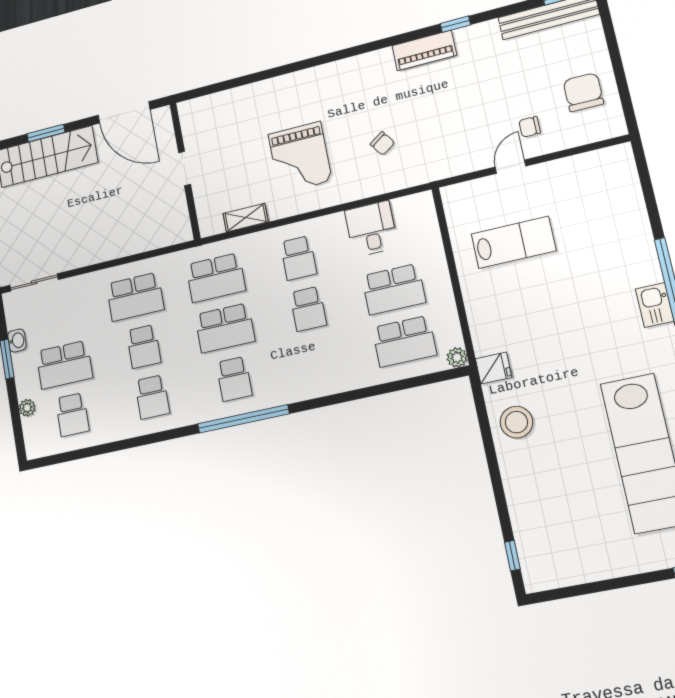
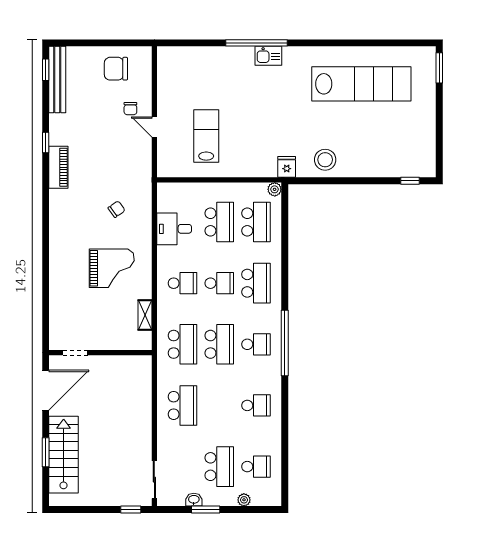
doorway: (185, 168) -> (75, 353), moved
school desk: (144, 347) -> (256, 283), moved, width x1.85

